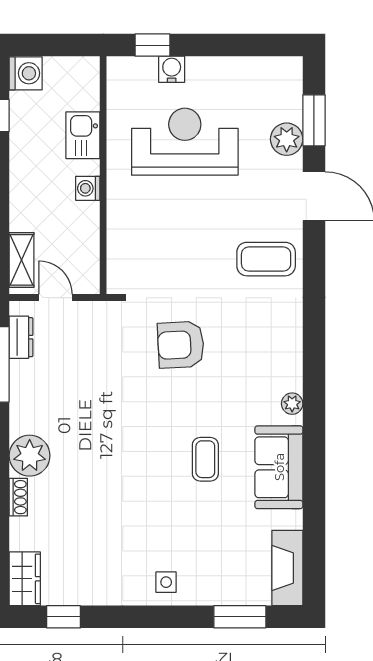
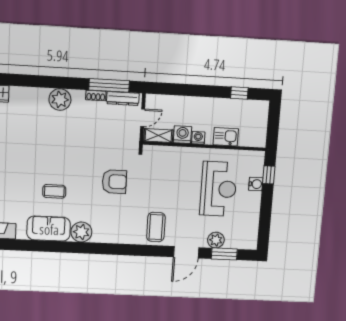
washing machine: (26, 73) -> (182, 135), moved, turned 180
shelving: (21, 260) -> (158, 136), moved
dresser: (21, 337) -> (123, 98), width x1.44
armchair: (181, 345) -> (114, 182), turned 93
plant: (292, 404) -> (81, 232), width x1.88, depth x1.88
shoe rack: (18, 497) -> (96, 95), moved

